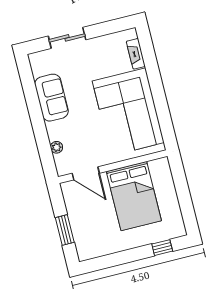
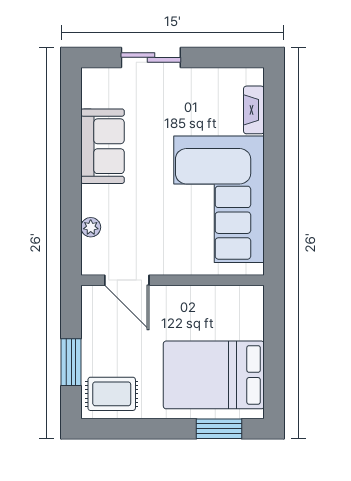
bed: (134, 196) -> (214, 375), moved, turned 90
rug: (93, 243) -> (112, 394), added
window: (162, 248) -> (219, 429), width x1.50

